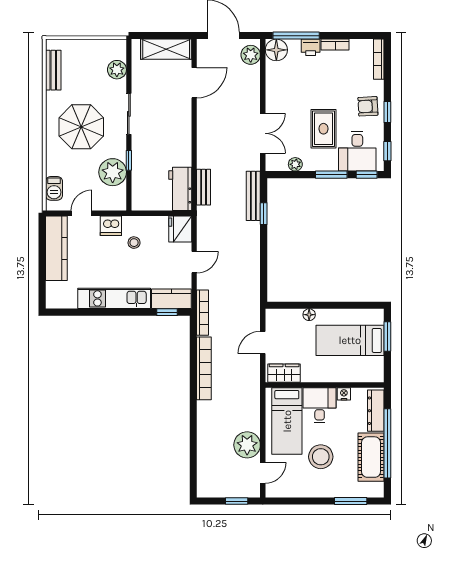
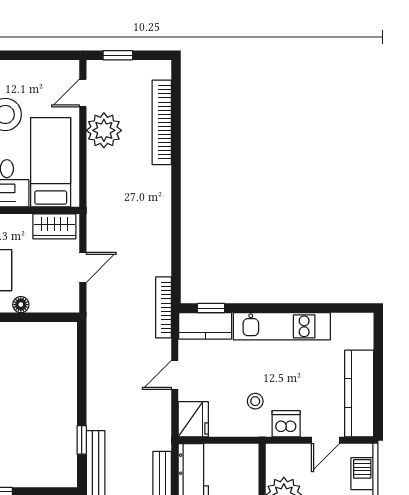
bookcase: (204, 368) -> (162, 122), moved

